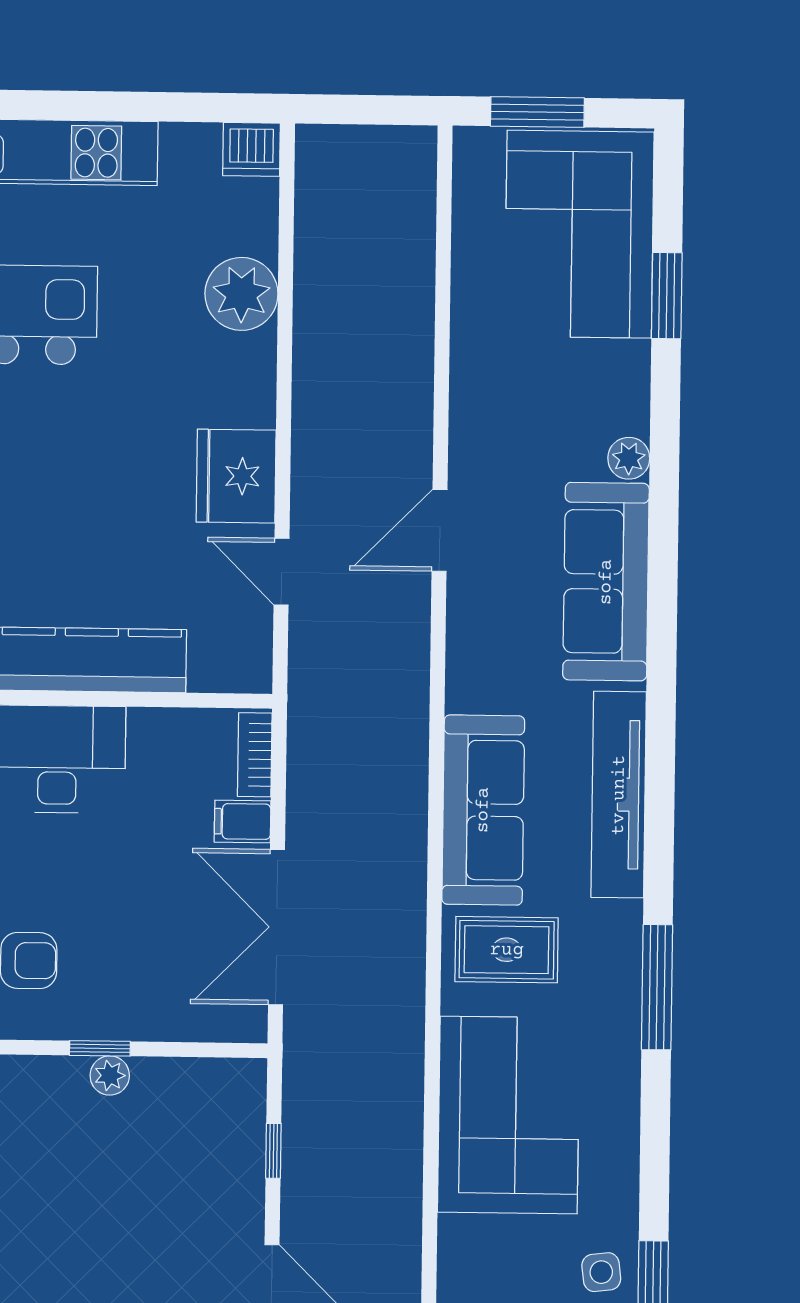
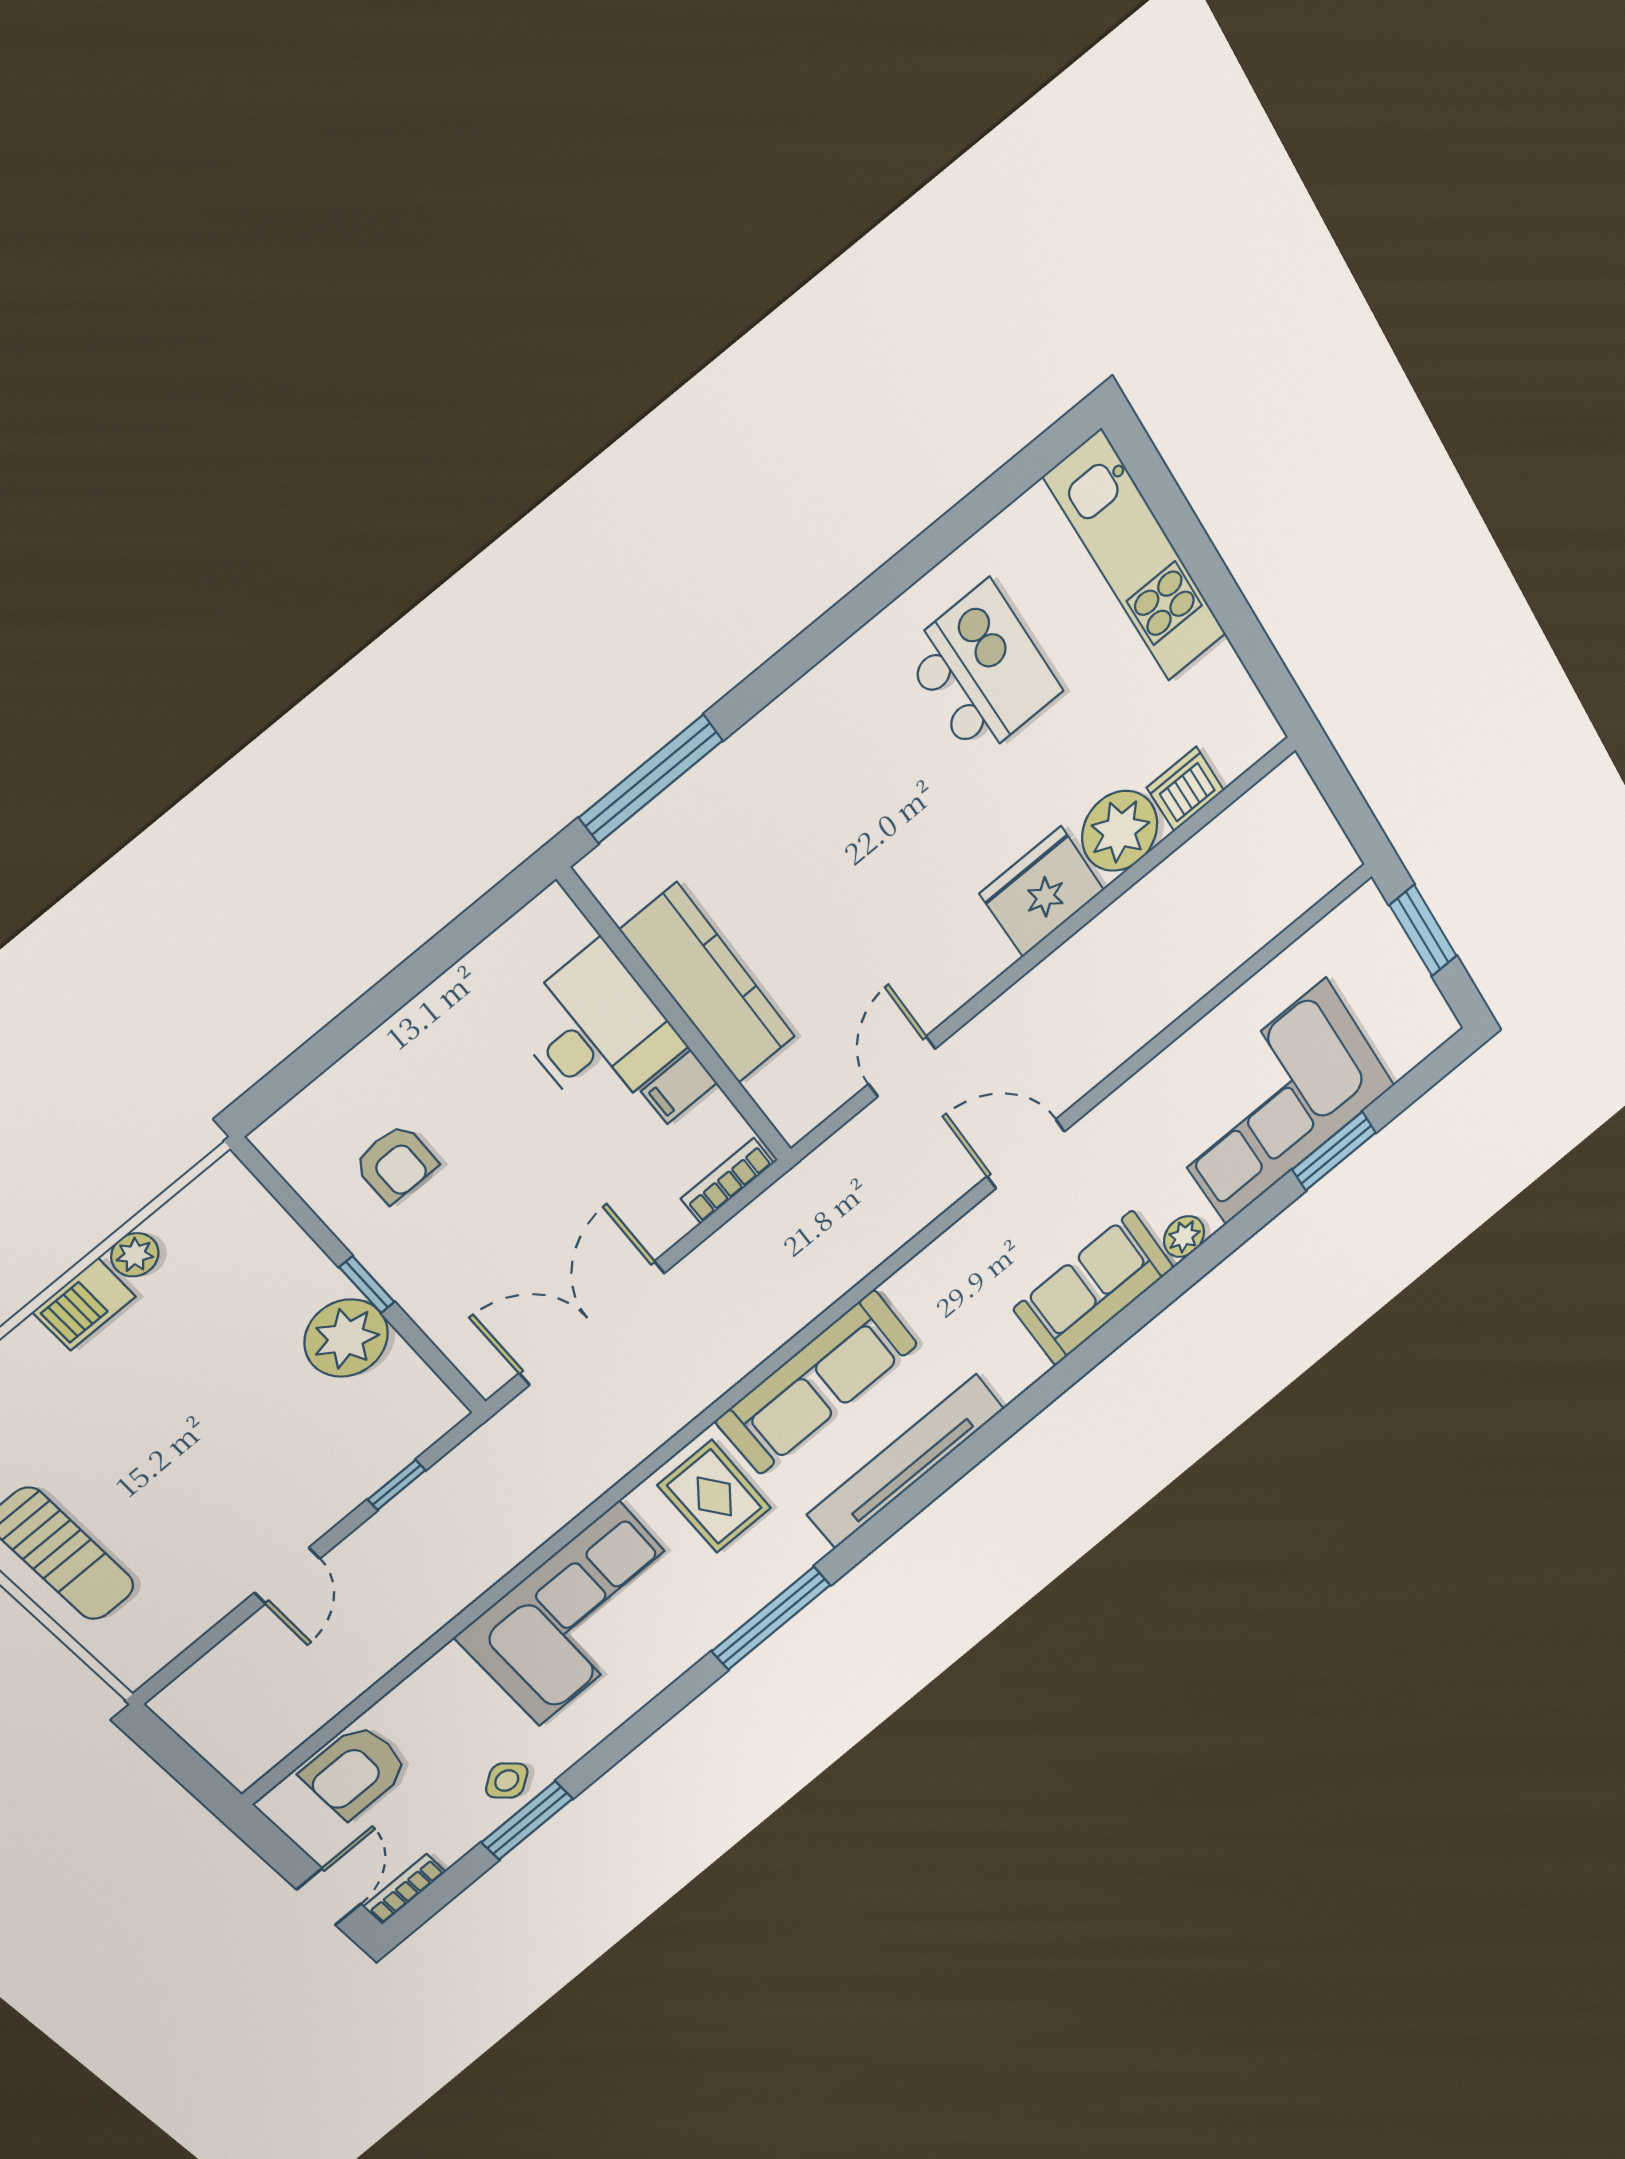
dishwasher: (252, 149) -> (1185, 789), moved, turned 90
corner sofa: (579, 234) -> (1275, 1102), moved
fridge: (236, 476) -> (1042, 892), moved
sofa: (606, 582) -> (1094, 1288), width x0.73
filing cabinet: (243, 821) -> (679, 1087), moved, turned -90
plant: (110, 1075) -> (346, 1338), width x1.88, depth x1.88
side table: (601, 1272) -> (507, 1781), turned -33

